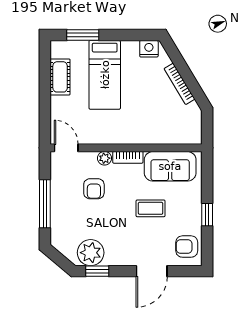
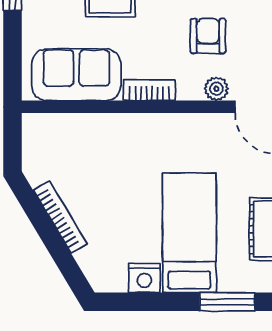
nightstand: (149, 49) -> (144, 278), moved
plant: (105, 158) -> (216, 89), moved

